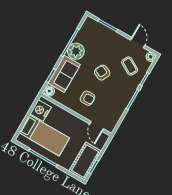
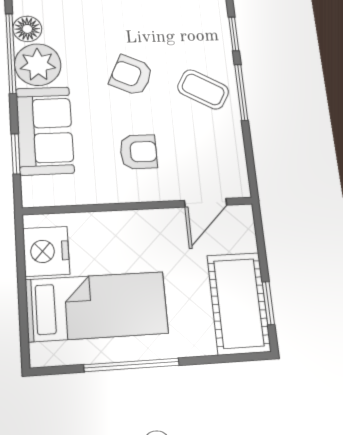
coffee table: (130, 66) -> (203, 89), moved
floor lamp: (49, 91) -> (27, 29), moved
door: (97, 126) -> (206, 203), hinge flipped

